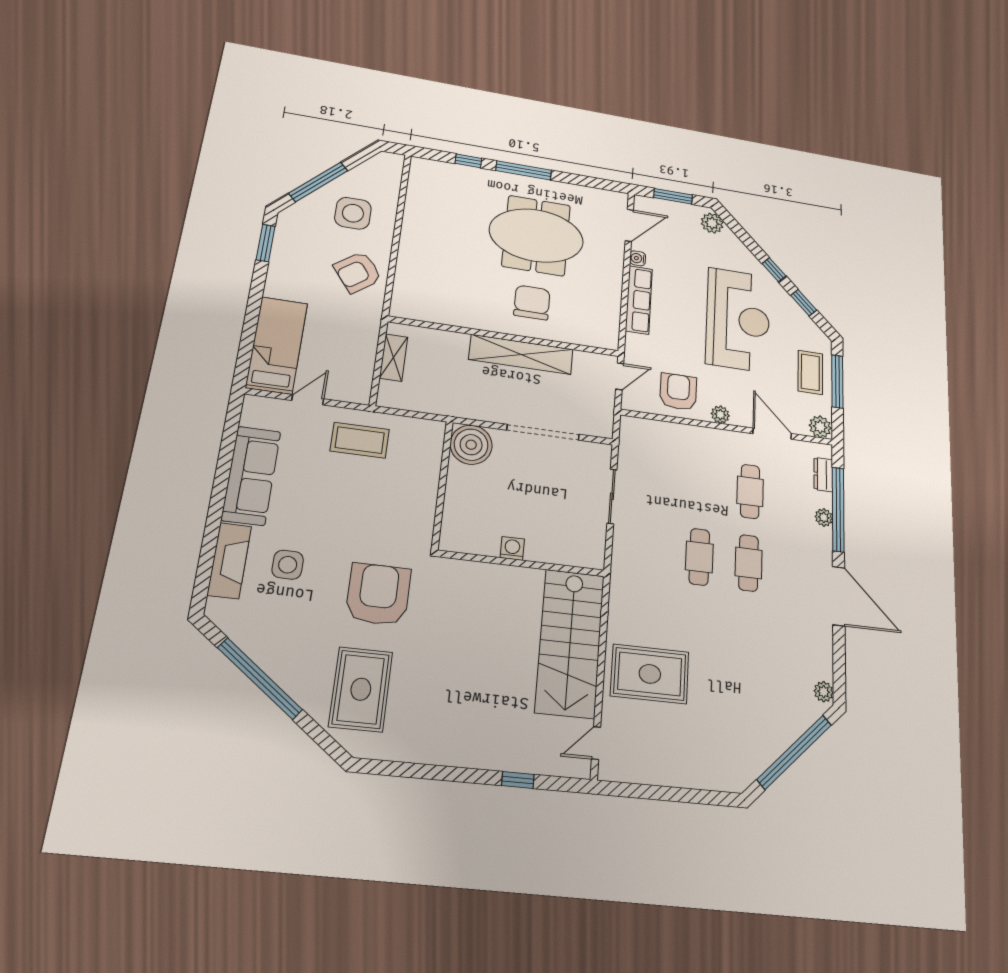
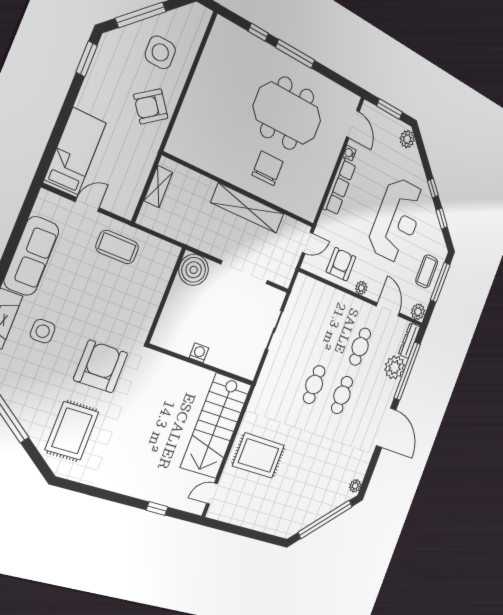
door: (629, 225) -> (353, 124), hinge flipped
dresser: (823, 475) -> (409, 341), width x1.44
plant: (824, 517) -> (395, 367), width x1.87, depth x1.87

